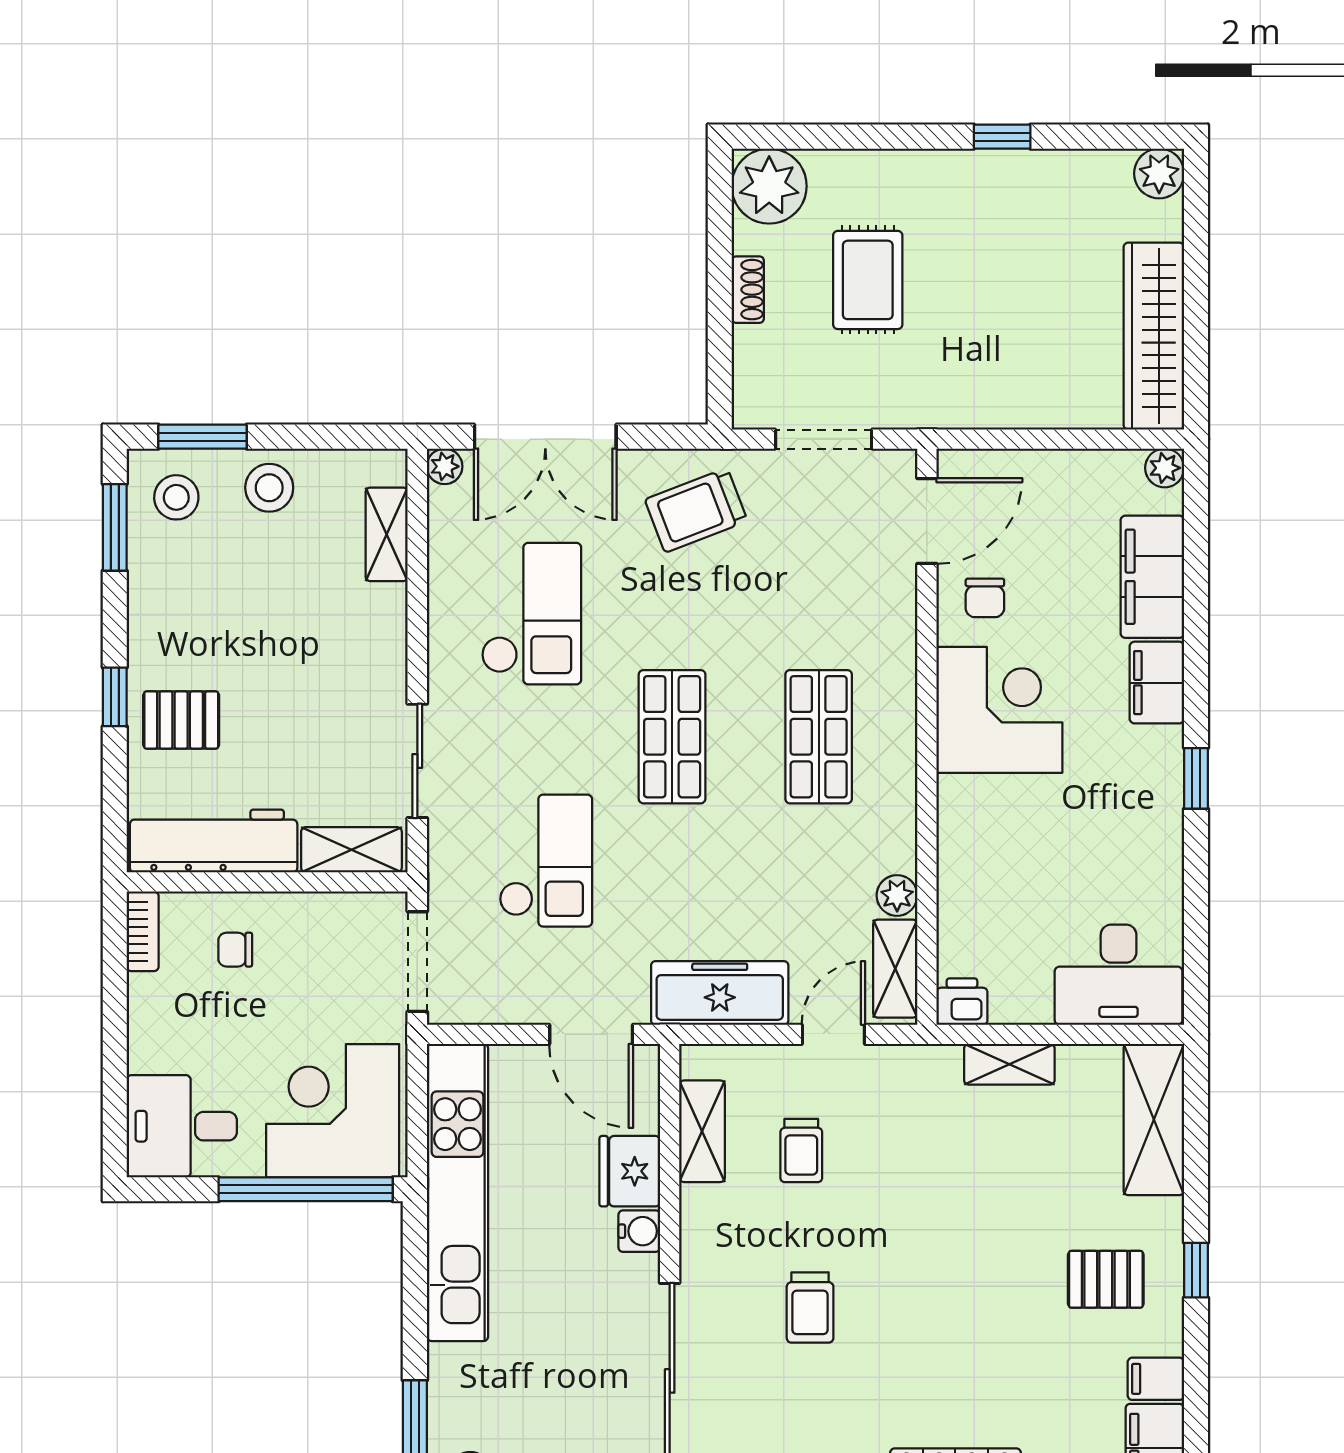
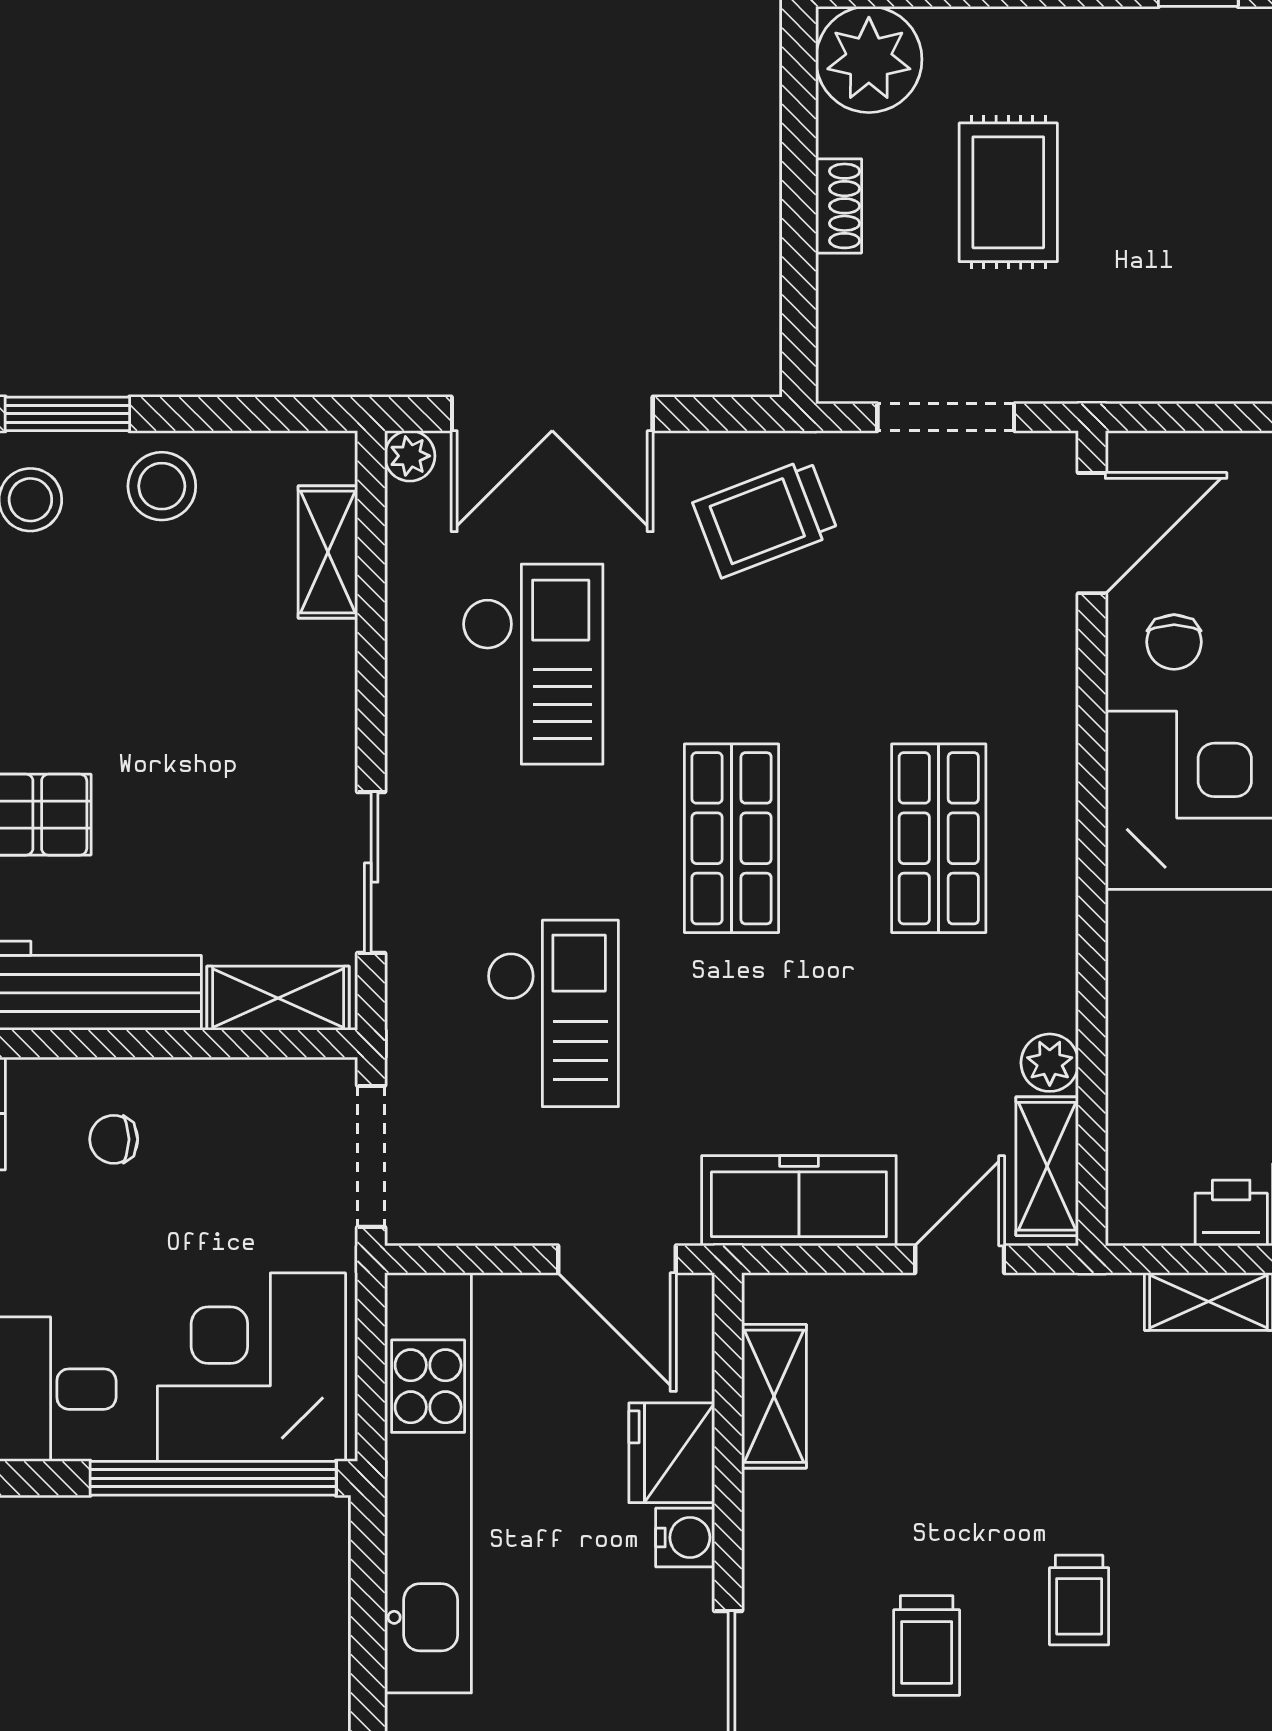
printer: (962, 1002) -> (1231, 1213), moved
trolley: (801, 1151) -> (1079, 1600), moved

